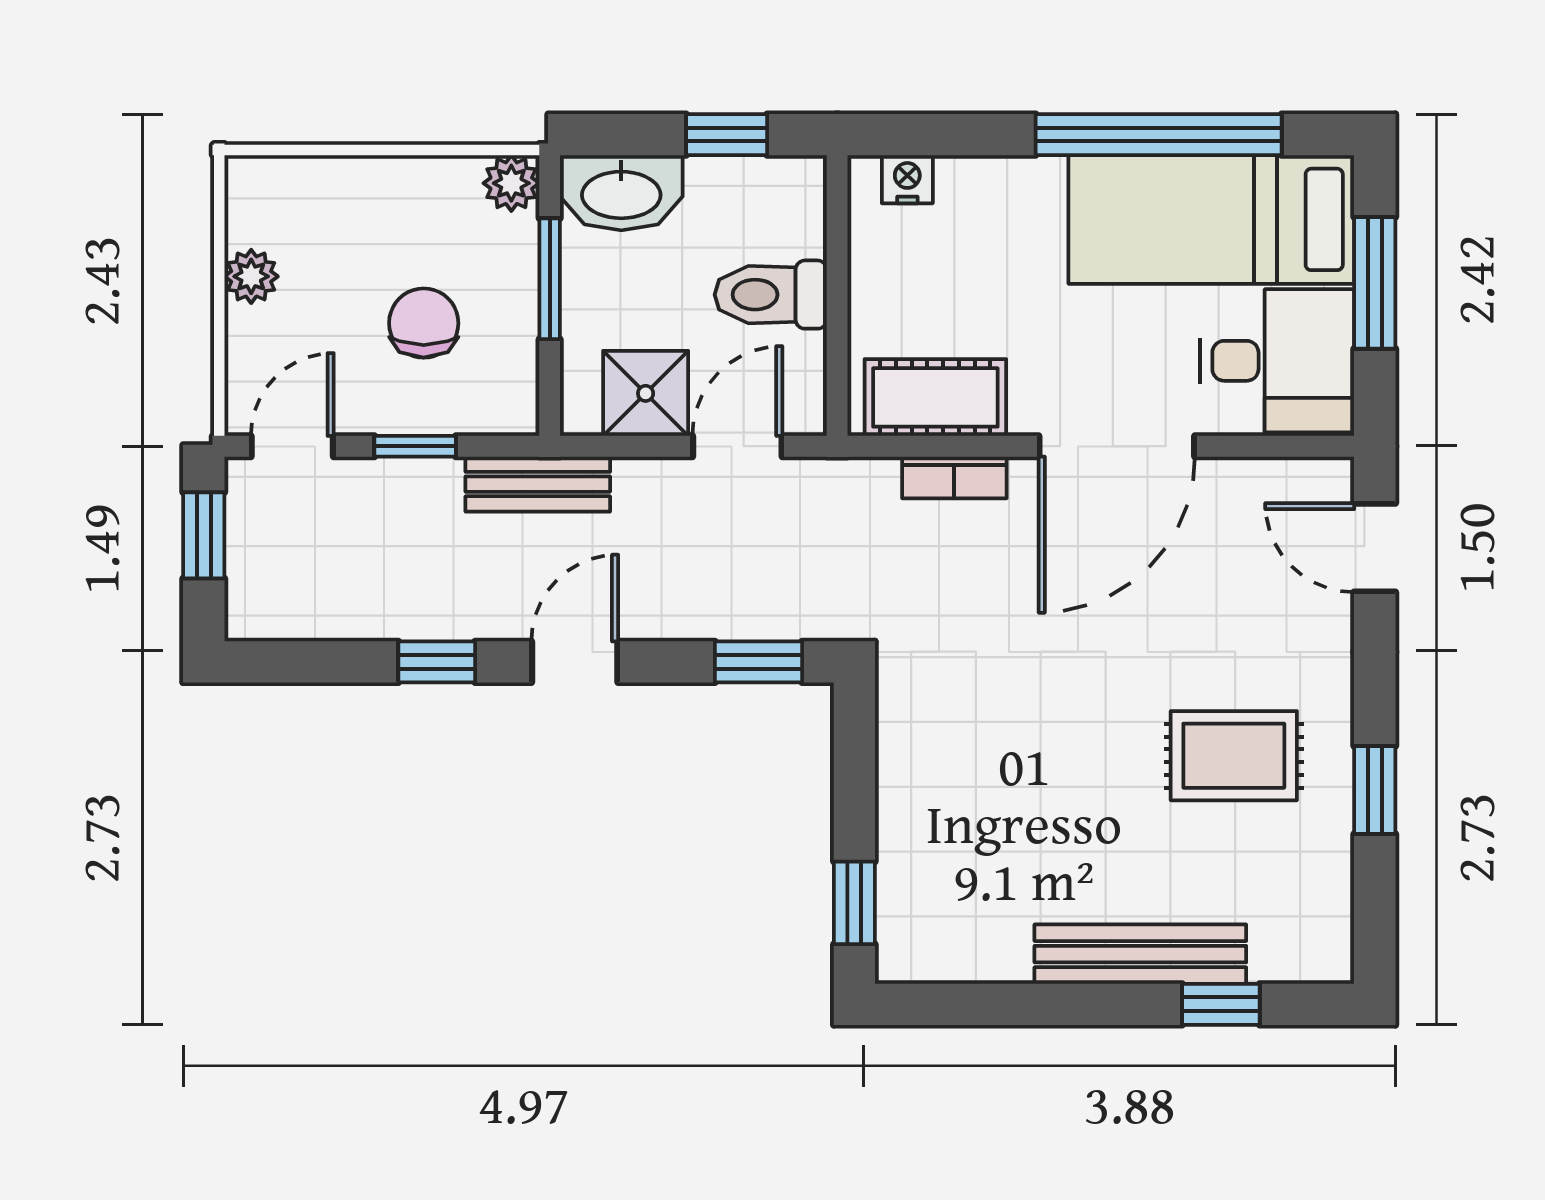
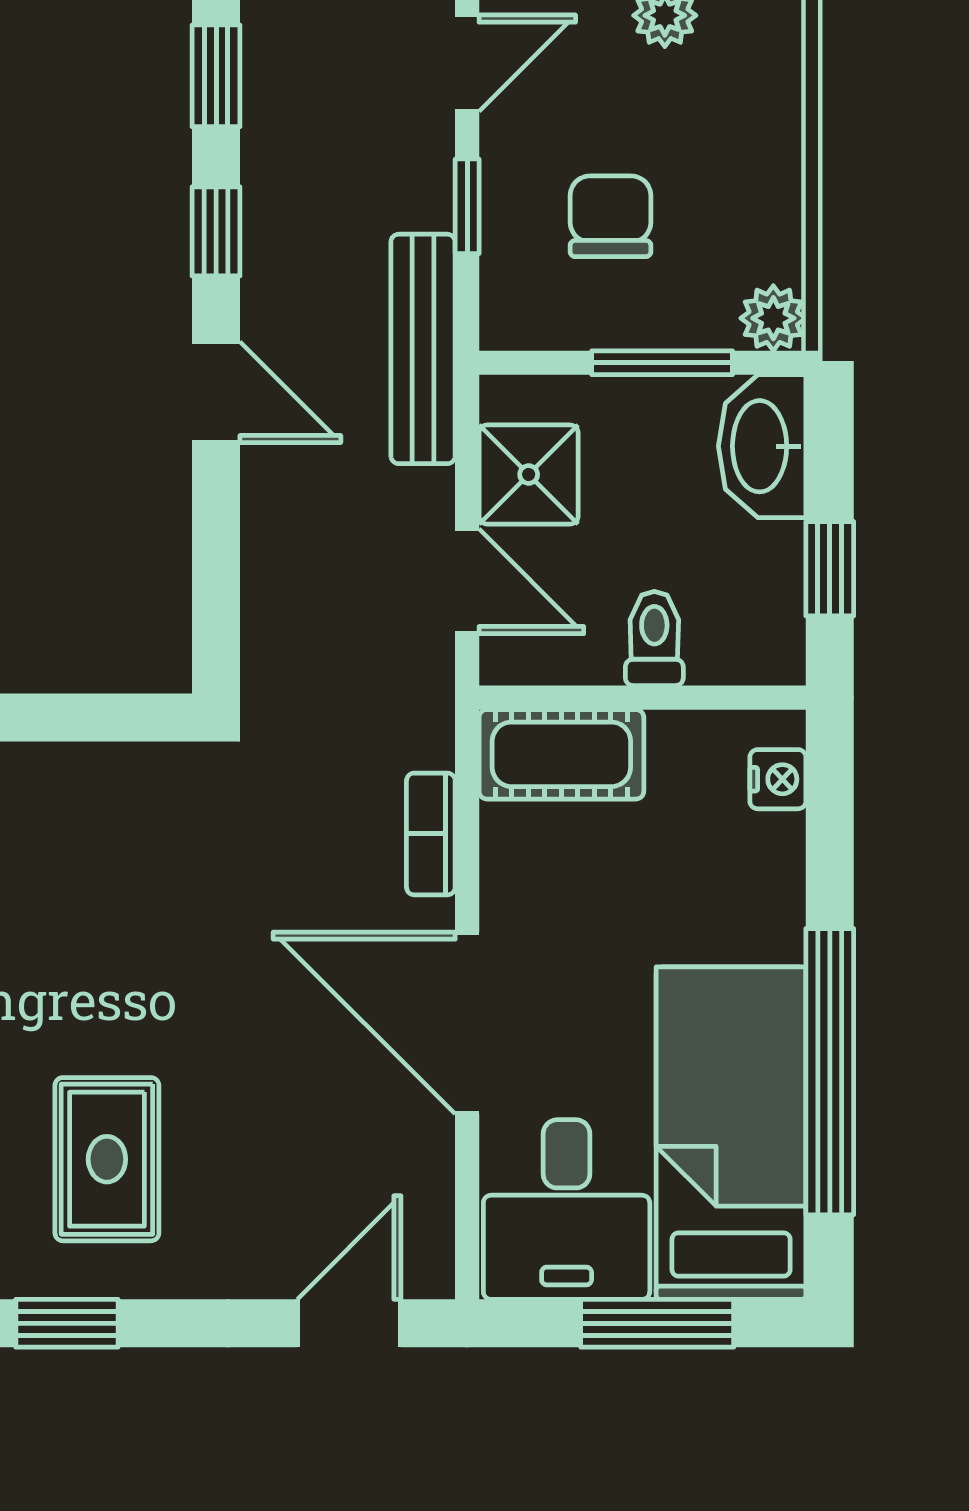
toilet: (771, 295) -> (654, 638), width x0.73, depth x0.72
chair: (424, 323) -> (610, 216), turned -90
cot: (935, 397) -> (561, 754), moved, turned 90
door: (292, 446) -> (467, 63), hinge flipped
bench: (538, 484) -> (423, 349), width x1.36
window: (758, 662) -> (216, 76), moved

